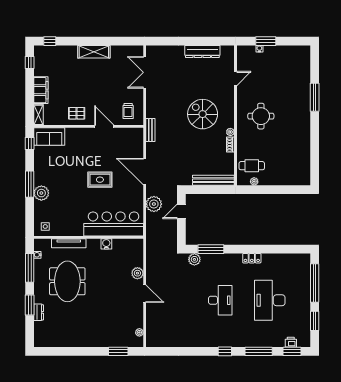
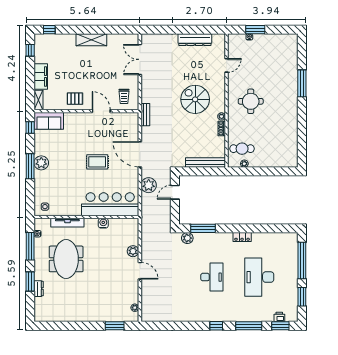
plant: (41, 193) -> (41, 163), moved

